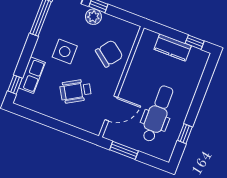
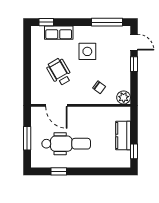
plant: (93, 17) -> (124, 97), moved
chair: (109, 54) -> (99, 87), width x0.54, depth x0.54
window: (124, 150) -> (27, 138), moved

